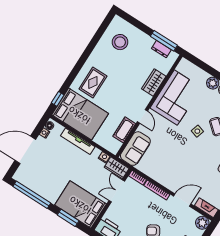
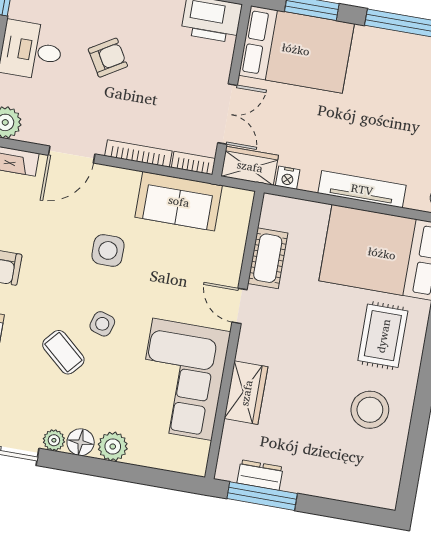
stool: (120, 42) -> (370, 410), moved
sofa: (135, 149) -> (179, 201), moved, turned -90
side table: (184, 158) -> (108, 250), added

